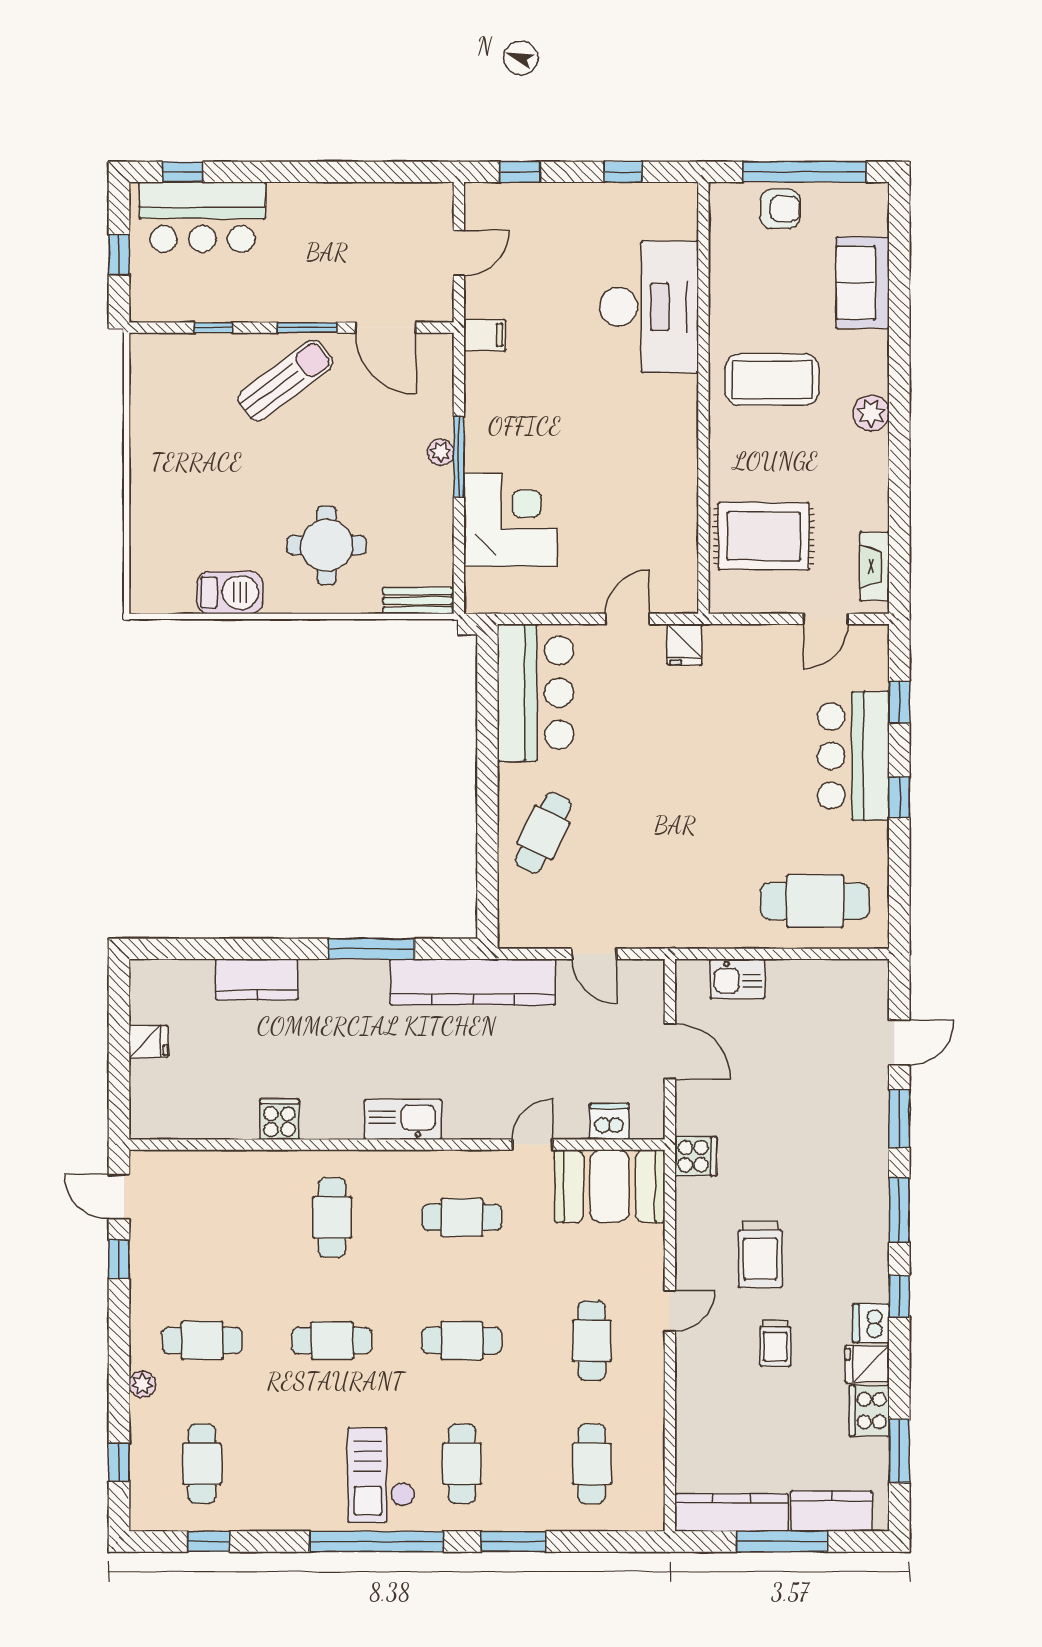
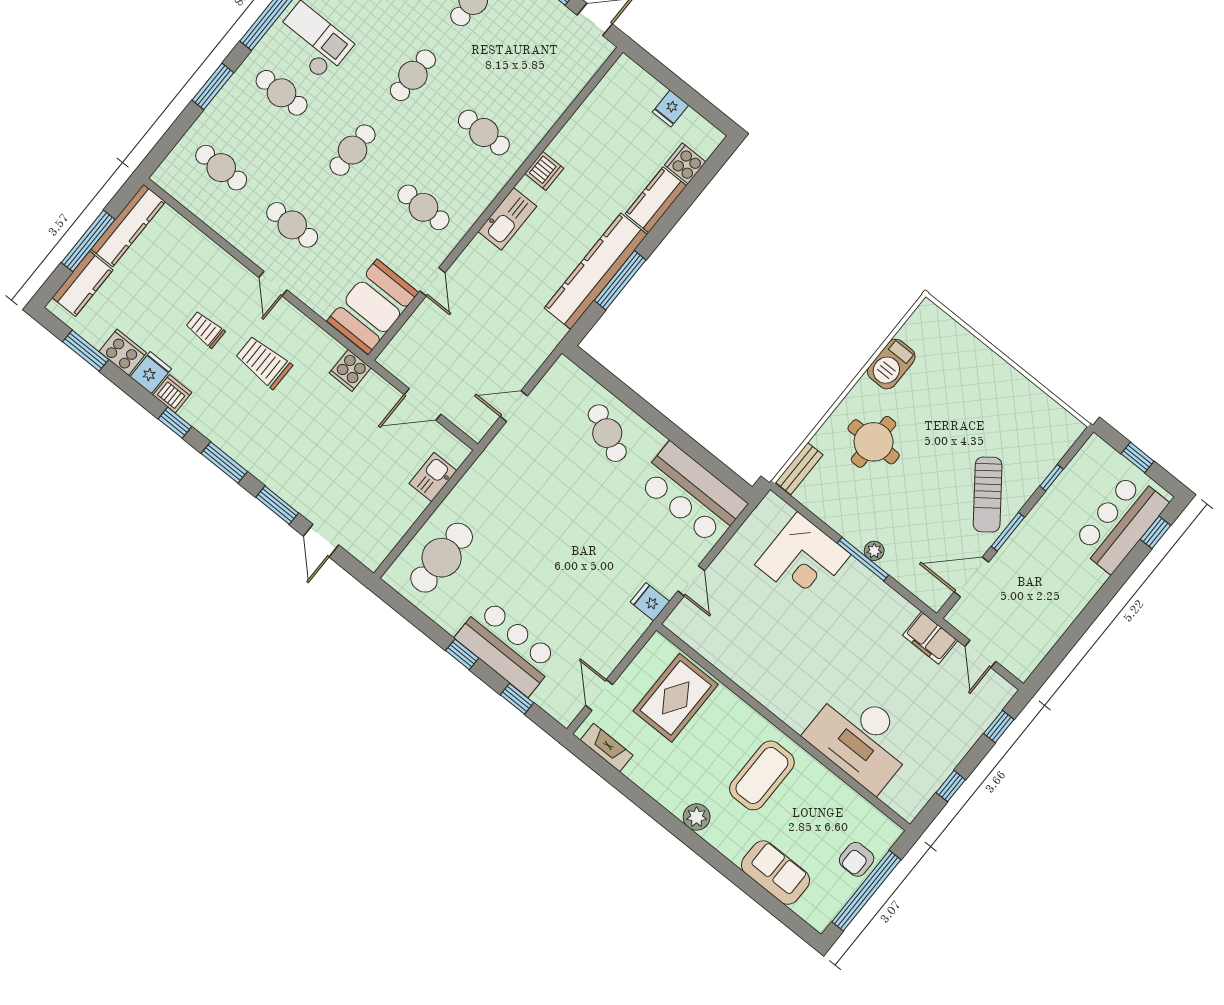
filing cabinet: (485, 335) -> (930, 638), width x2.00
kitchen counter: (473, 982) -> (596, 271), moved
cooker: (279, 1119) -> (685, 163), moved, turned 180
dishwasher: (609, 1121) -> (544, 171), moved
cafe table: (462, 1217) -> (423, 207), turned 90

